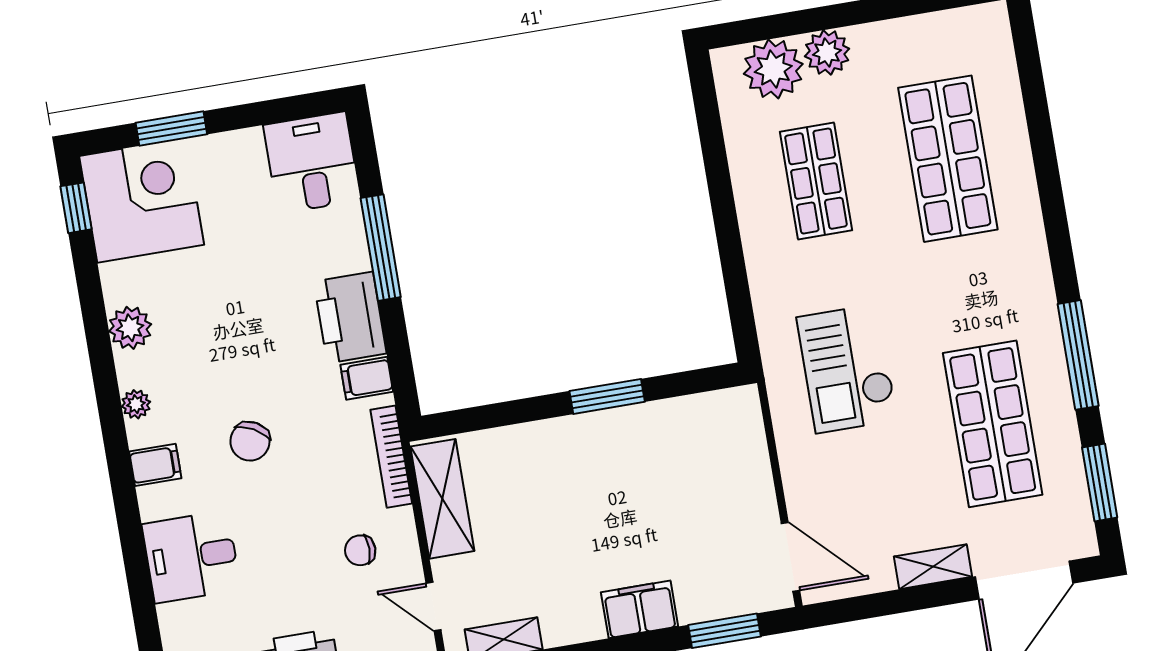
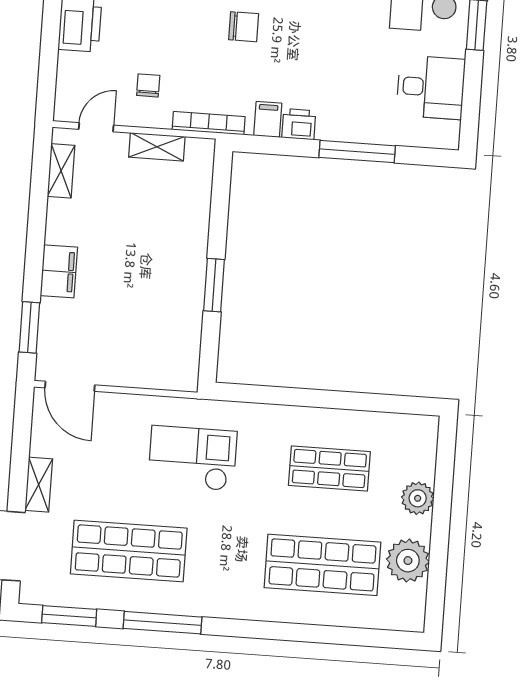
plant: (773, 69) -> (408, 561), moved
desk: (312, 163) -> (431, 87), moved
printer: (350, 317) -> (299, 124), width x0.53, depth x0.68
chair: (250, 441) -> (244, 27), turned 151
shelving: (442, 499) -> (157, 147), width x0.67, depth x0.75
door: (790, 557) -> (70, 386), hinge flipped

